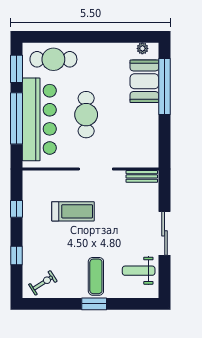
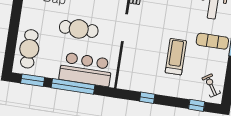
bar counter: (39, 119) -> (86, 69), width x0.73
treadmill: (73, 211) -> (176, 57), moved
window: (17, 256) -> (197, 105), moved

